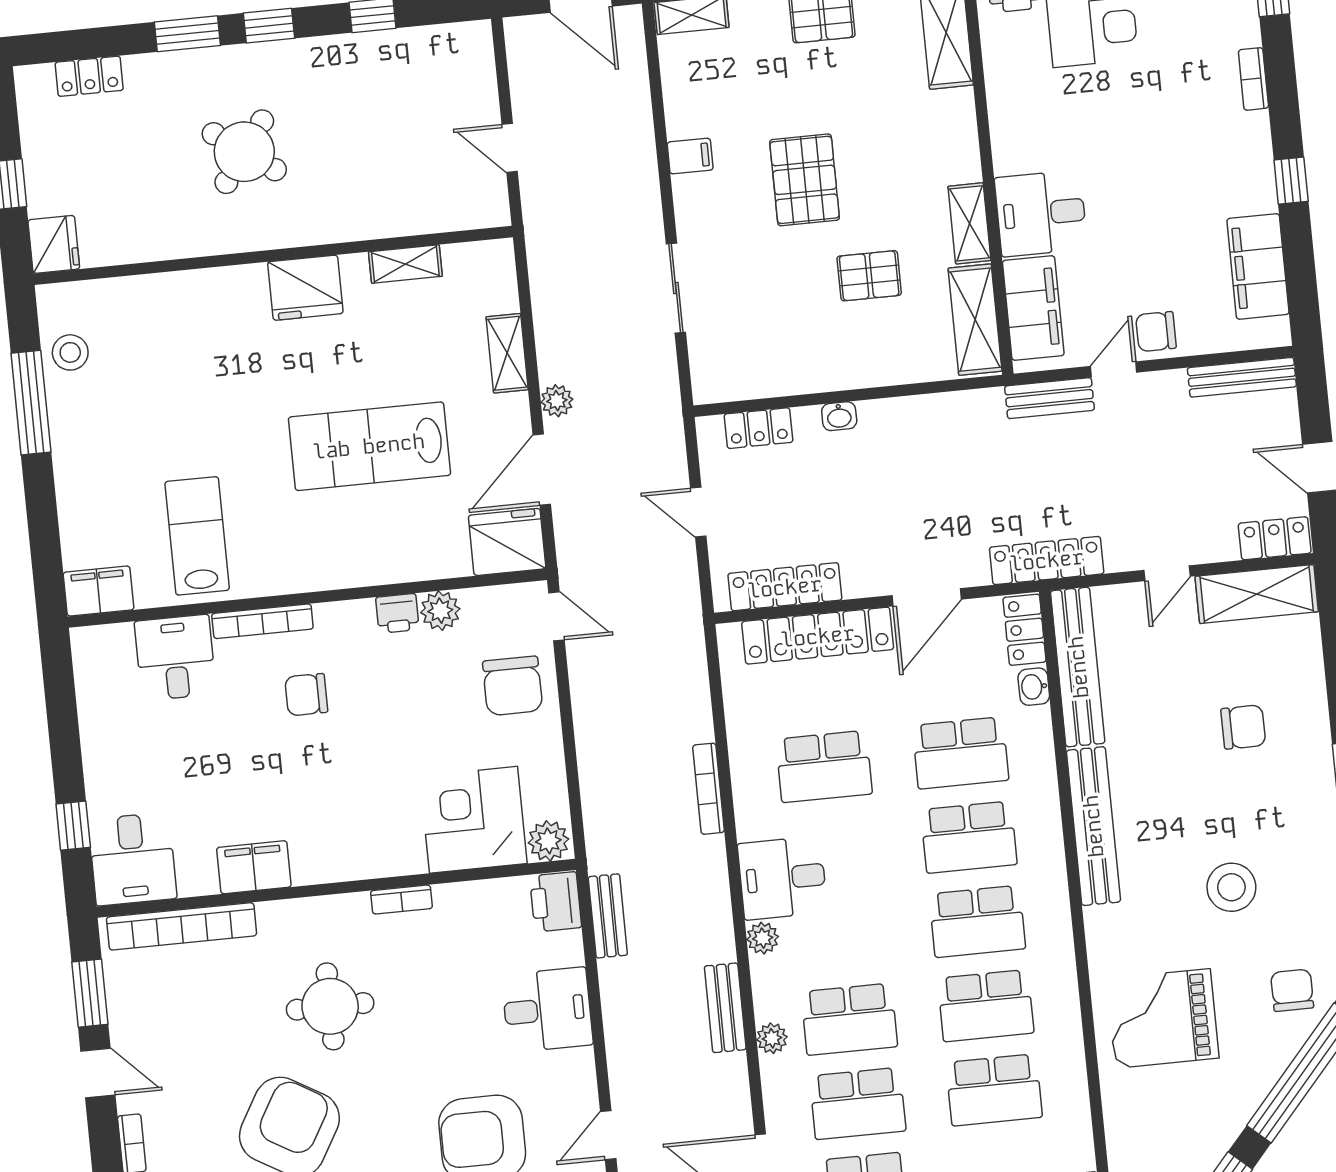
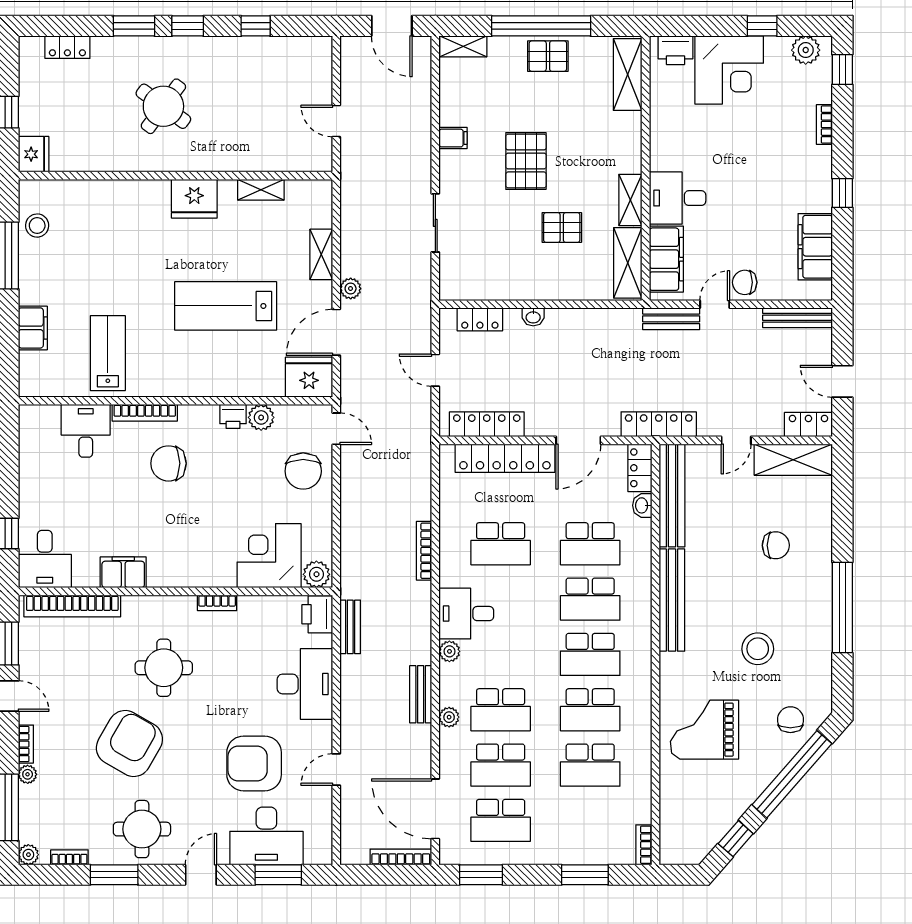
filing cabinet: (99, 591) -> (33, 328), moved, turned 90
chair: (306, 695) -> (168, 463), width x1.37, depth x1.37
desk: (547, 1010) -> (305, 684), width x1.37

